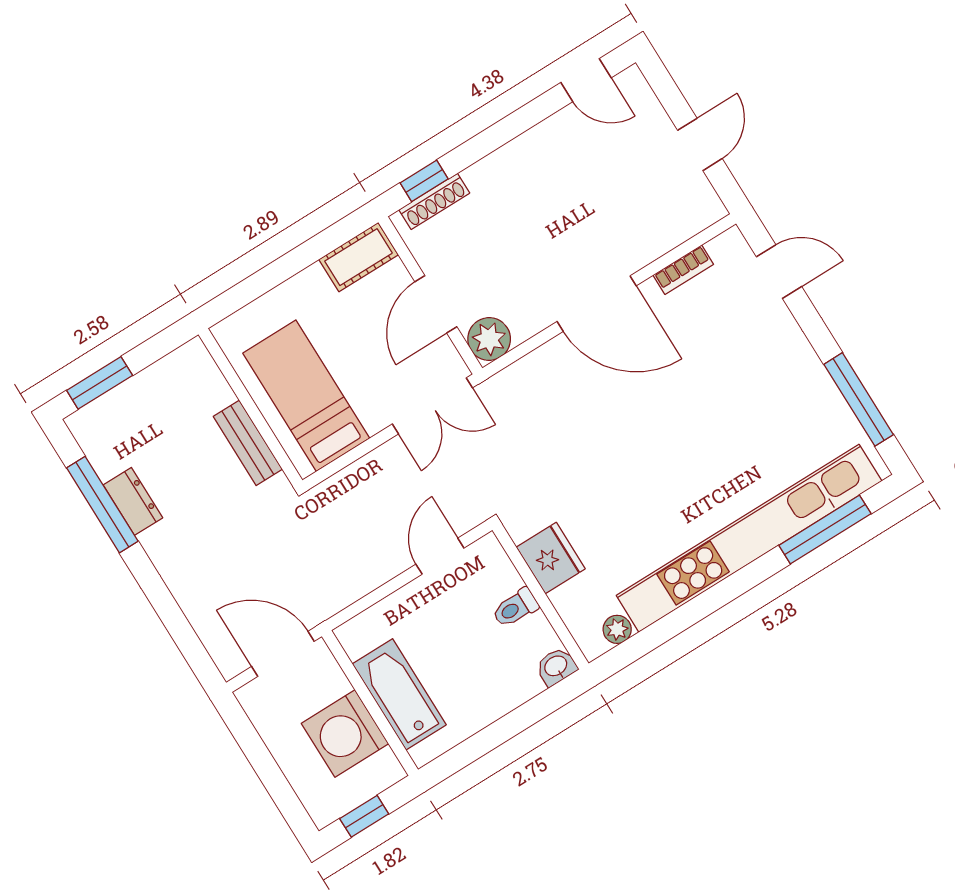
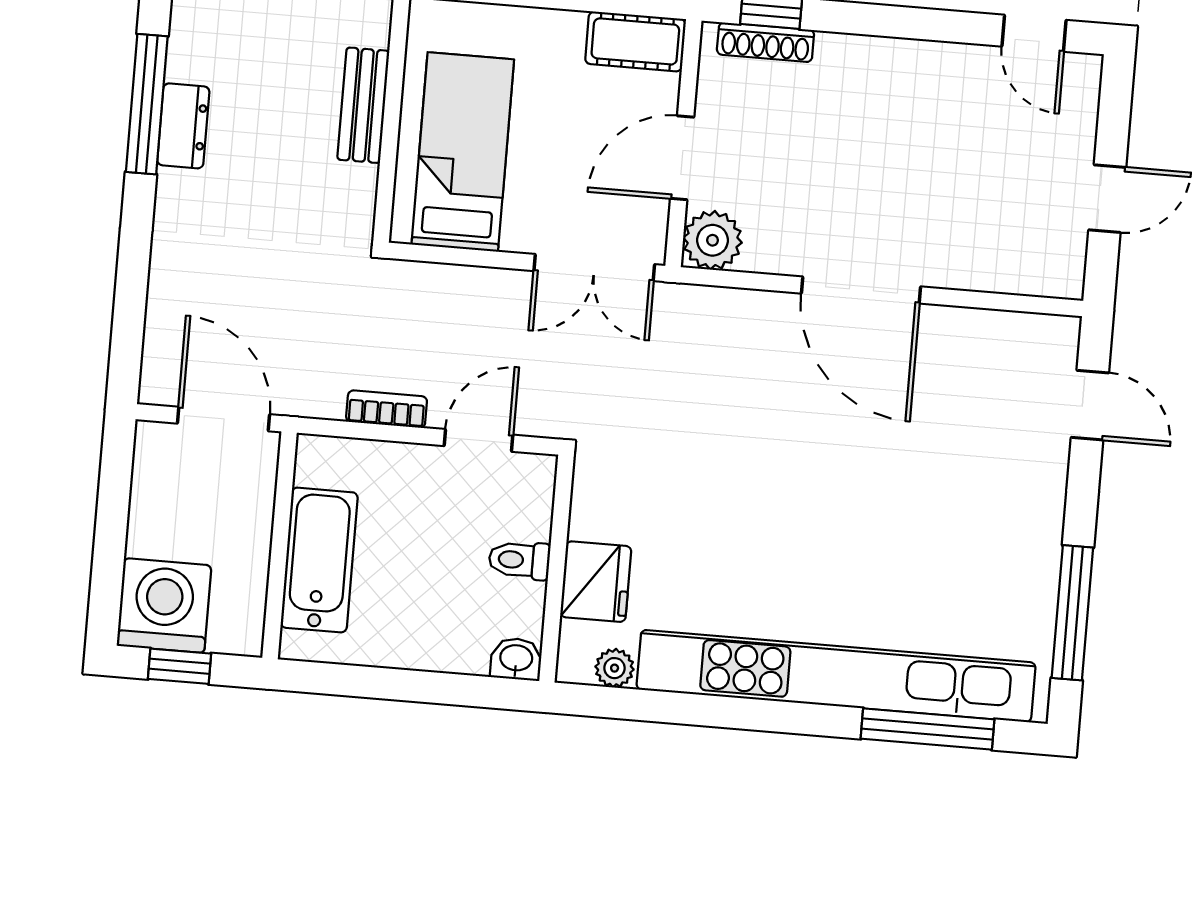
bookcase: (683, 270) -> (387, 409), moved, turned 180
bench: (248, 443) -> (363, 105), moved
fridge: (551, 558) -> (596, 582), moved
washing machine: (345, 734) -> (164, 606), moved, turned 90

